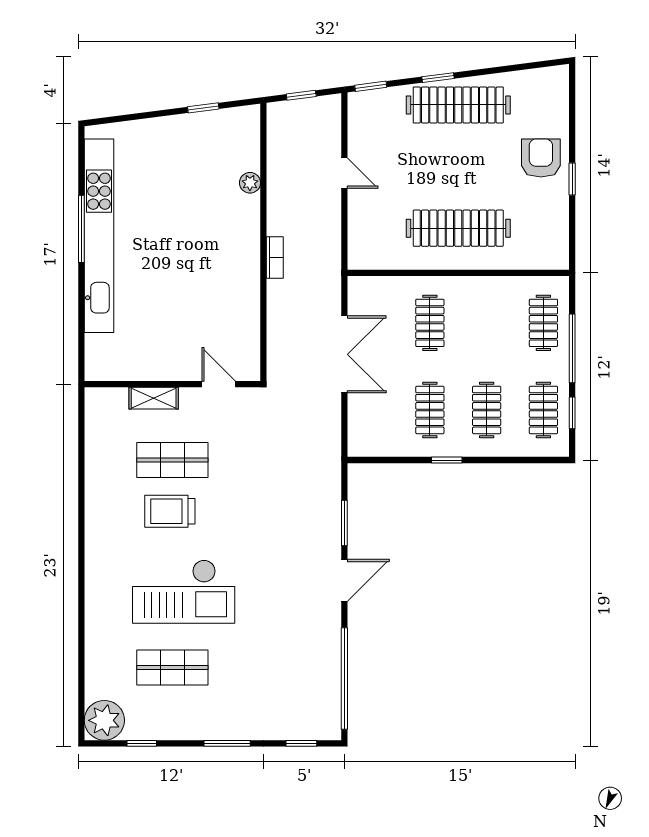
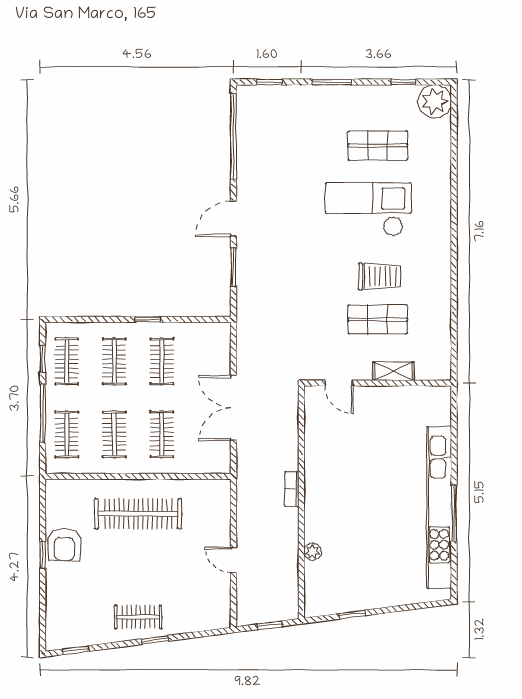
window: (371, 86) -> (75, 650), moved
clothes rail: (458, 105) -> (138, 617), width x0.54, depth x0.76
armchair: (541, 158) -> (64, 544), moved
clothes rail: (487, 323) -> (114, 434), added

